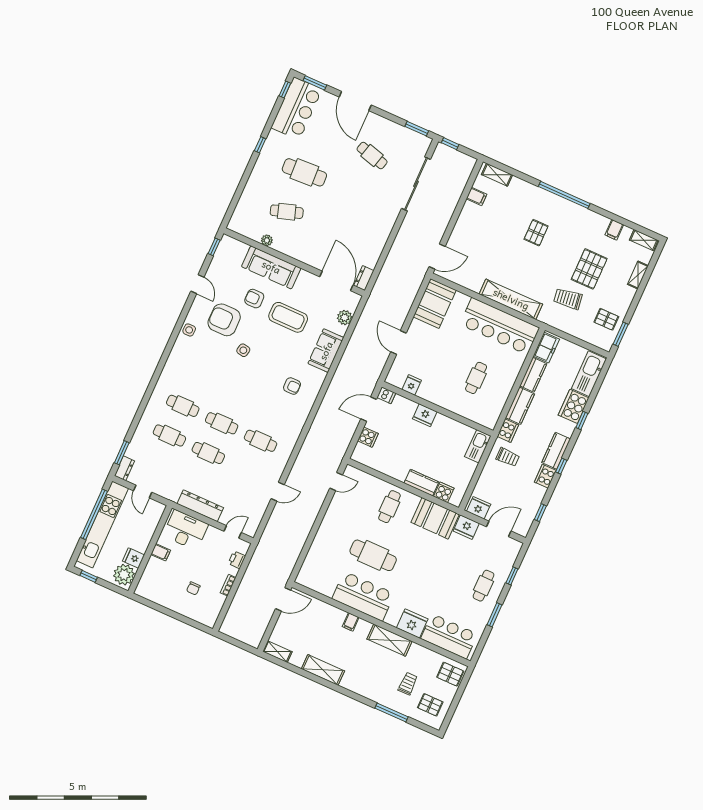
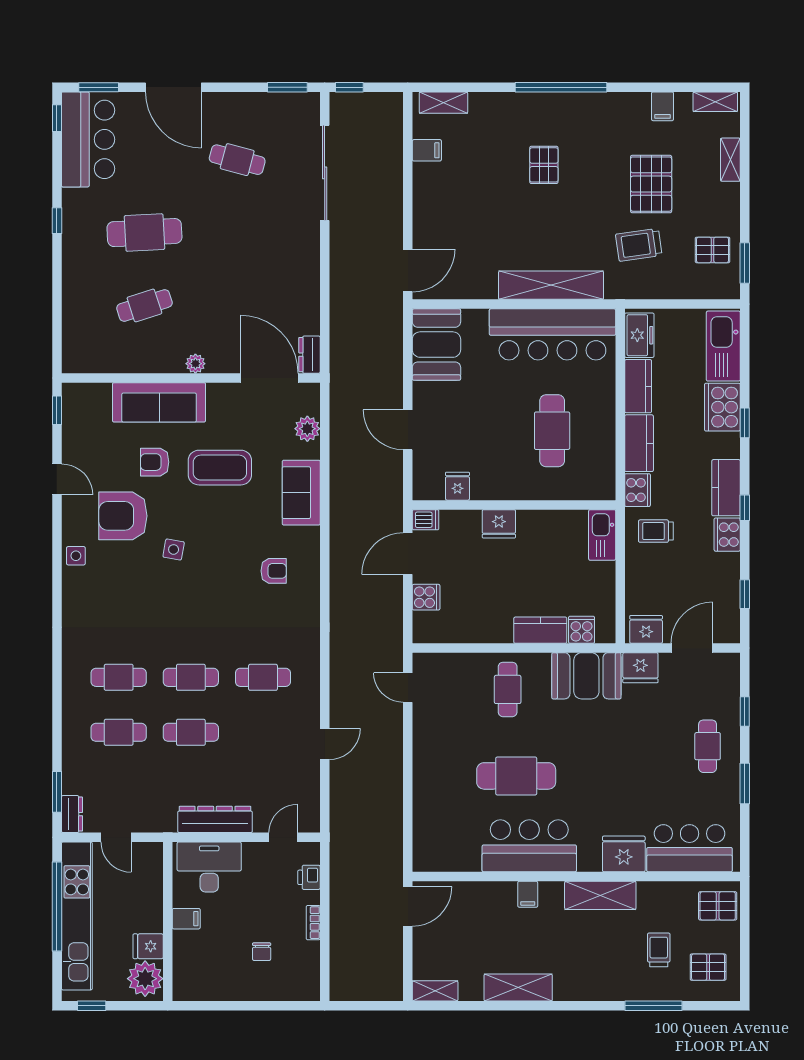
plant: (267, 240) -> (195, 364), moved
cafe table: (476, 378) -> (552, 431), width x1.37, depth x1.35
trolley: (508, 457) -> (656, 531), turned 180
door: (336, 481) -> (408, 688), swing flipped

